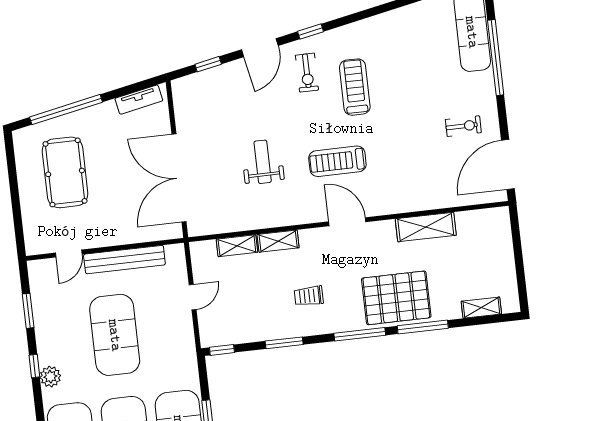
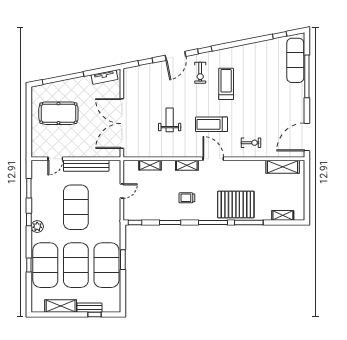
exercise bike: (463, 126) -> (251, 143), moved
pool table: (65, 172) -> (58, 113), turned 90
shelving: (426, 227) -> (283, 167), moved
shelving: (278, 241) -> (187, 165), moved

